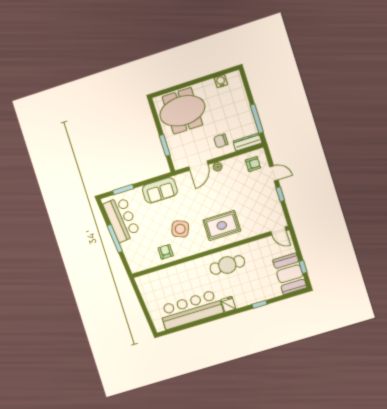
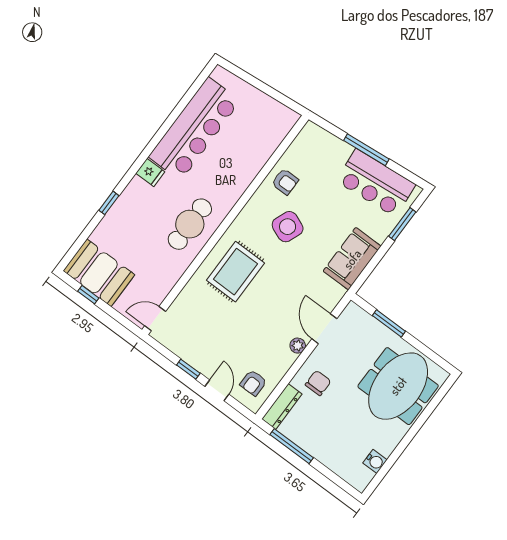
door: (274, 173) -> (217, 390), swing flipped

